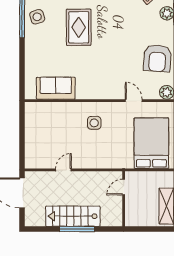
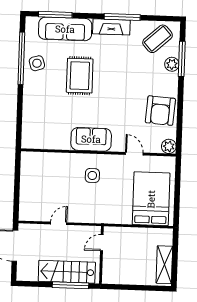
sofa: (56, 88) -> (91, 139), moved
door: (124, 187) -> (102, 243), moved
wall: (124, 199) -> (101, 255), moved

